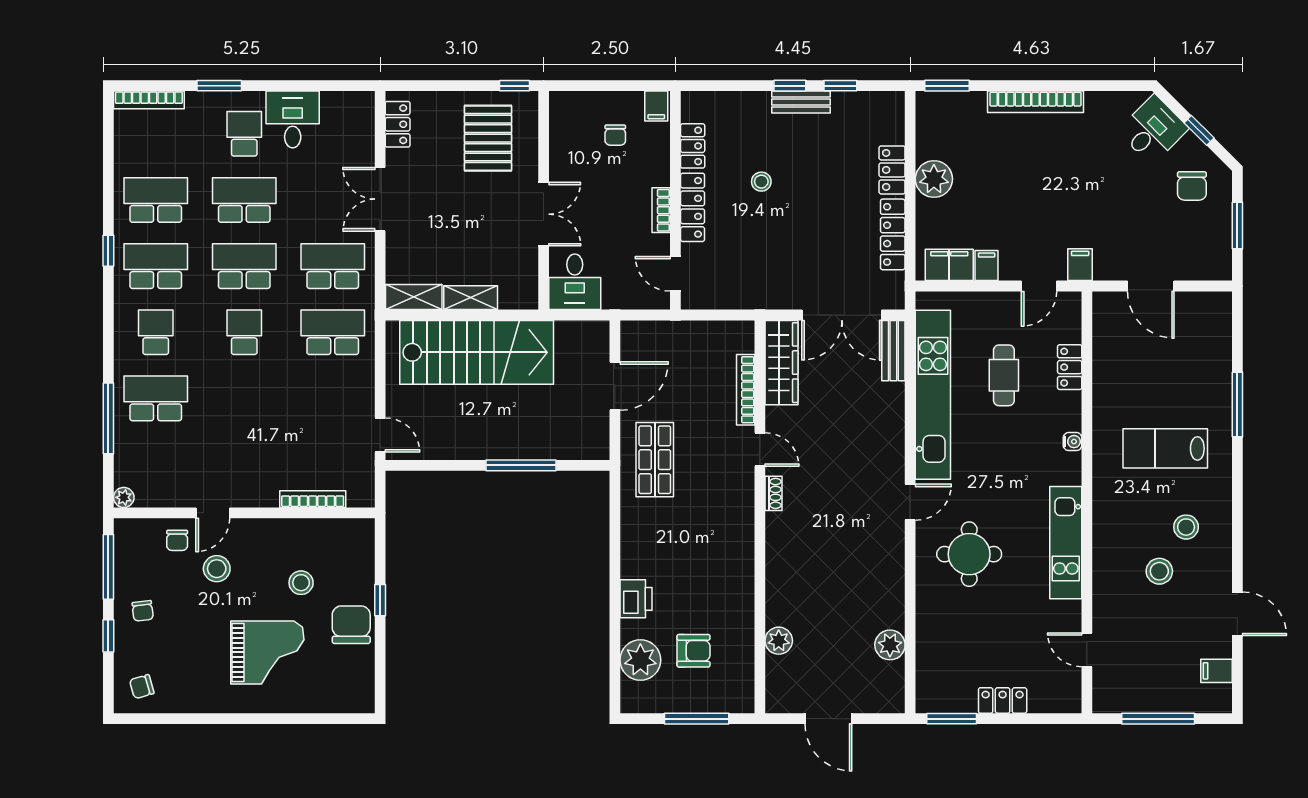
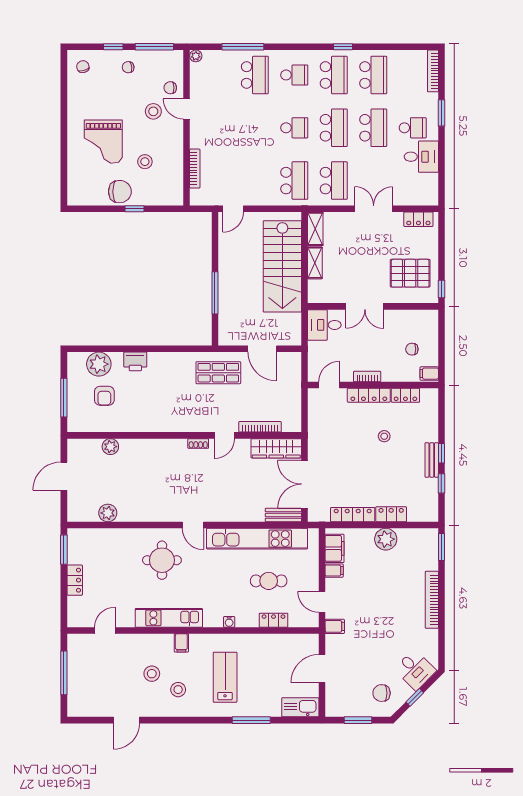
kitchen sink: (1216, 322) -> (300, 707), added
filing cabinet: (1216, 671) -> (181, 643), moved, turned 180

